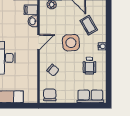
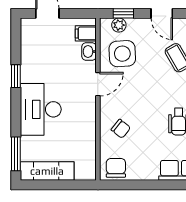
side table: (71, 43) -> (122, 54), moved

